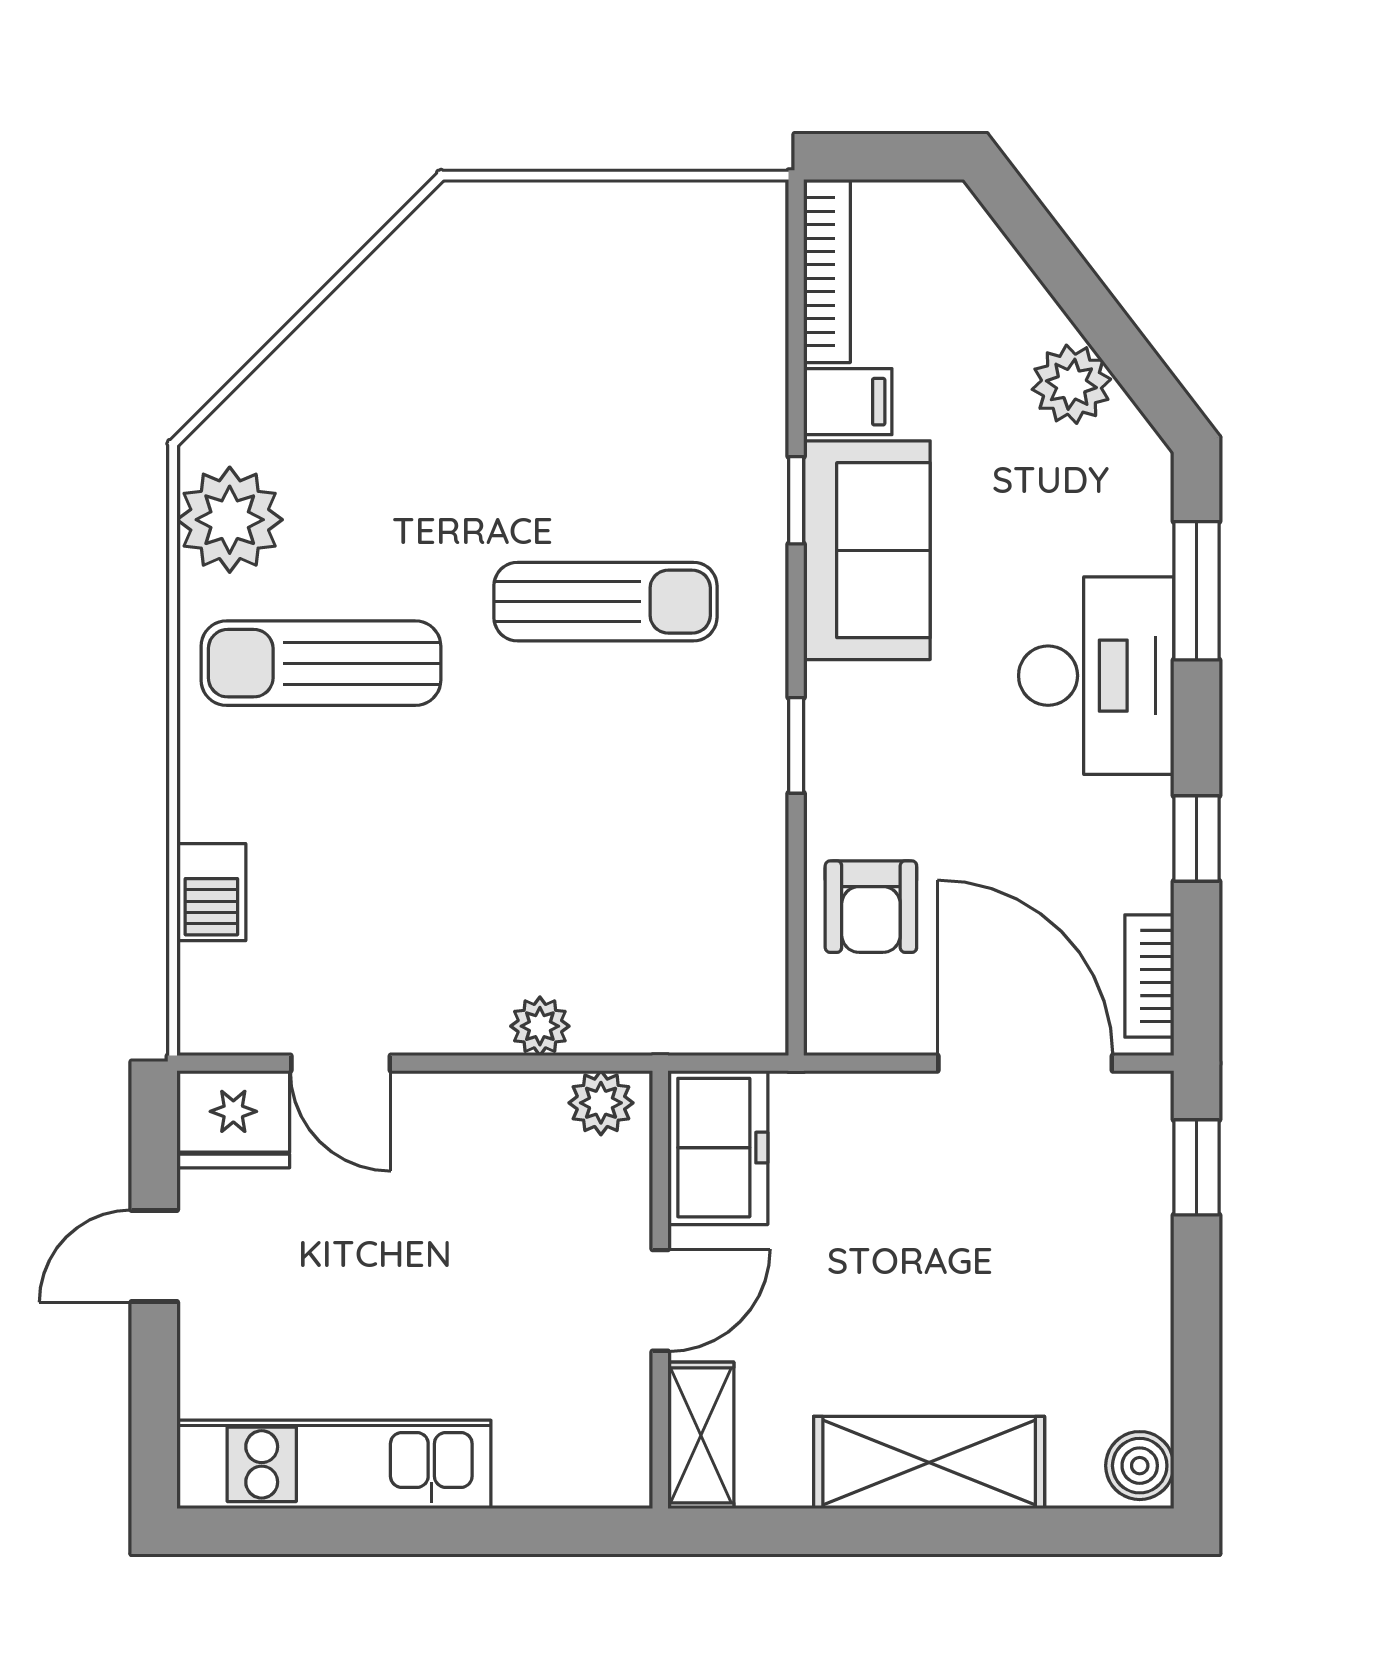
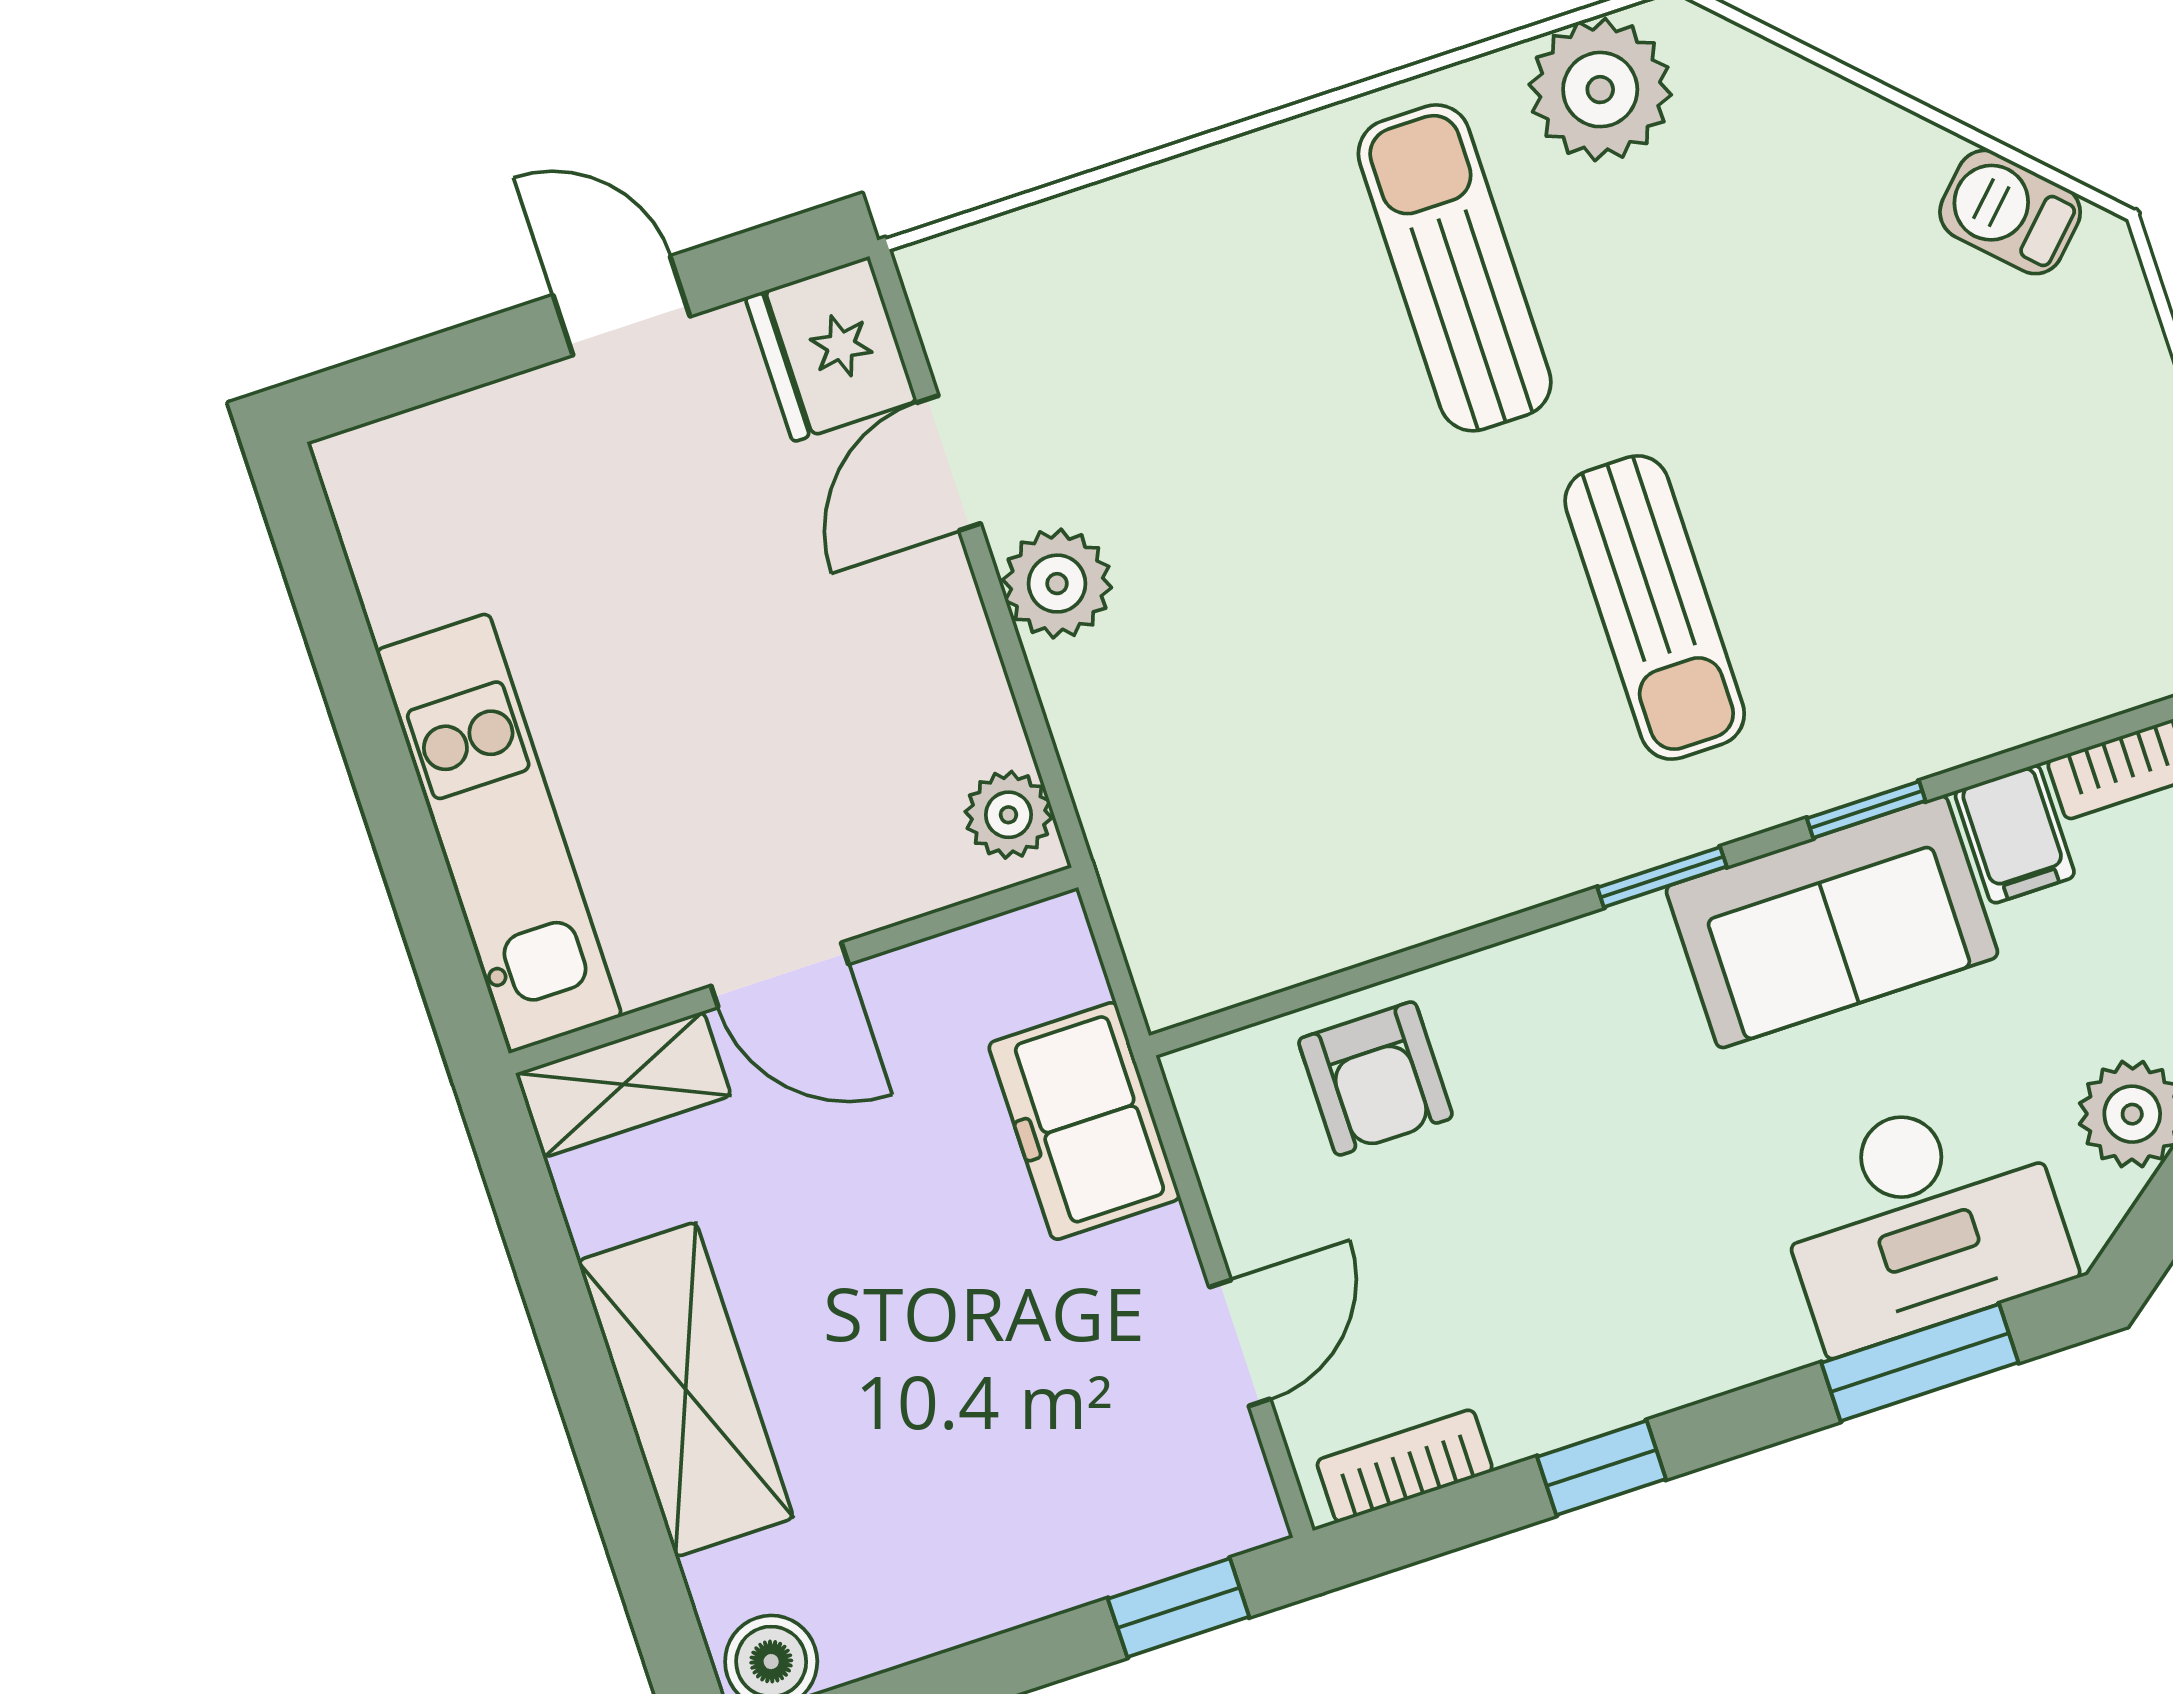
desk: (1096, 676) -> (1922, 1219), moved
window: (796, 745) -> (1662, 877), moved
barbecue: (211, 892) -> (2010, 212), moved, turned 45
armchair: (871, 907) -> (1375, 1078), turned -90
plant: (540, 1026) -> (1057, 584), moved, width x1.38, depth x1.38
door: (1025, 1063) -> (1240, 1343), width x0.53
freezer: (718, 1148) -> (1084, 1121), moved, turned 90
kitchen unit: (334, 1464) -> (499, 833), moved

